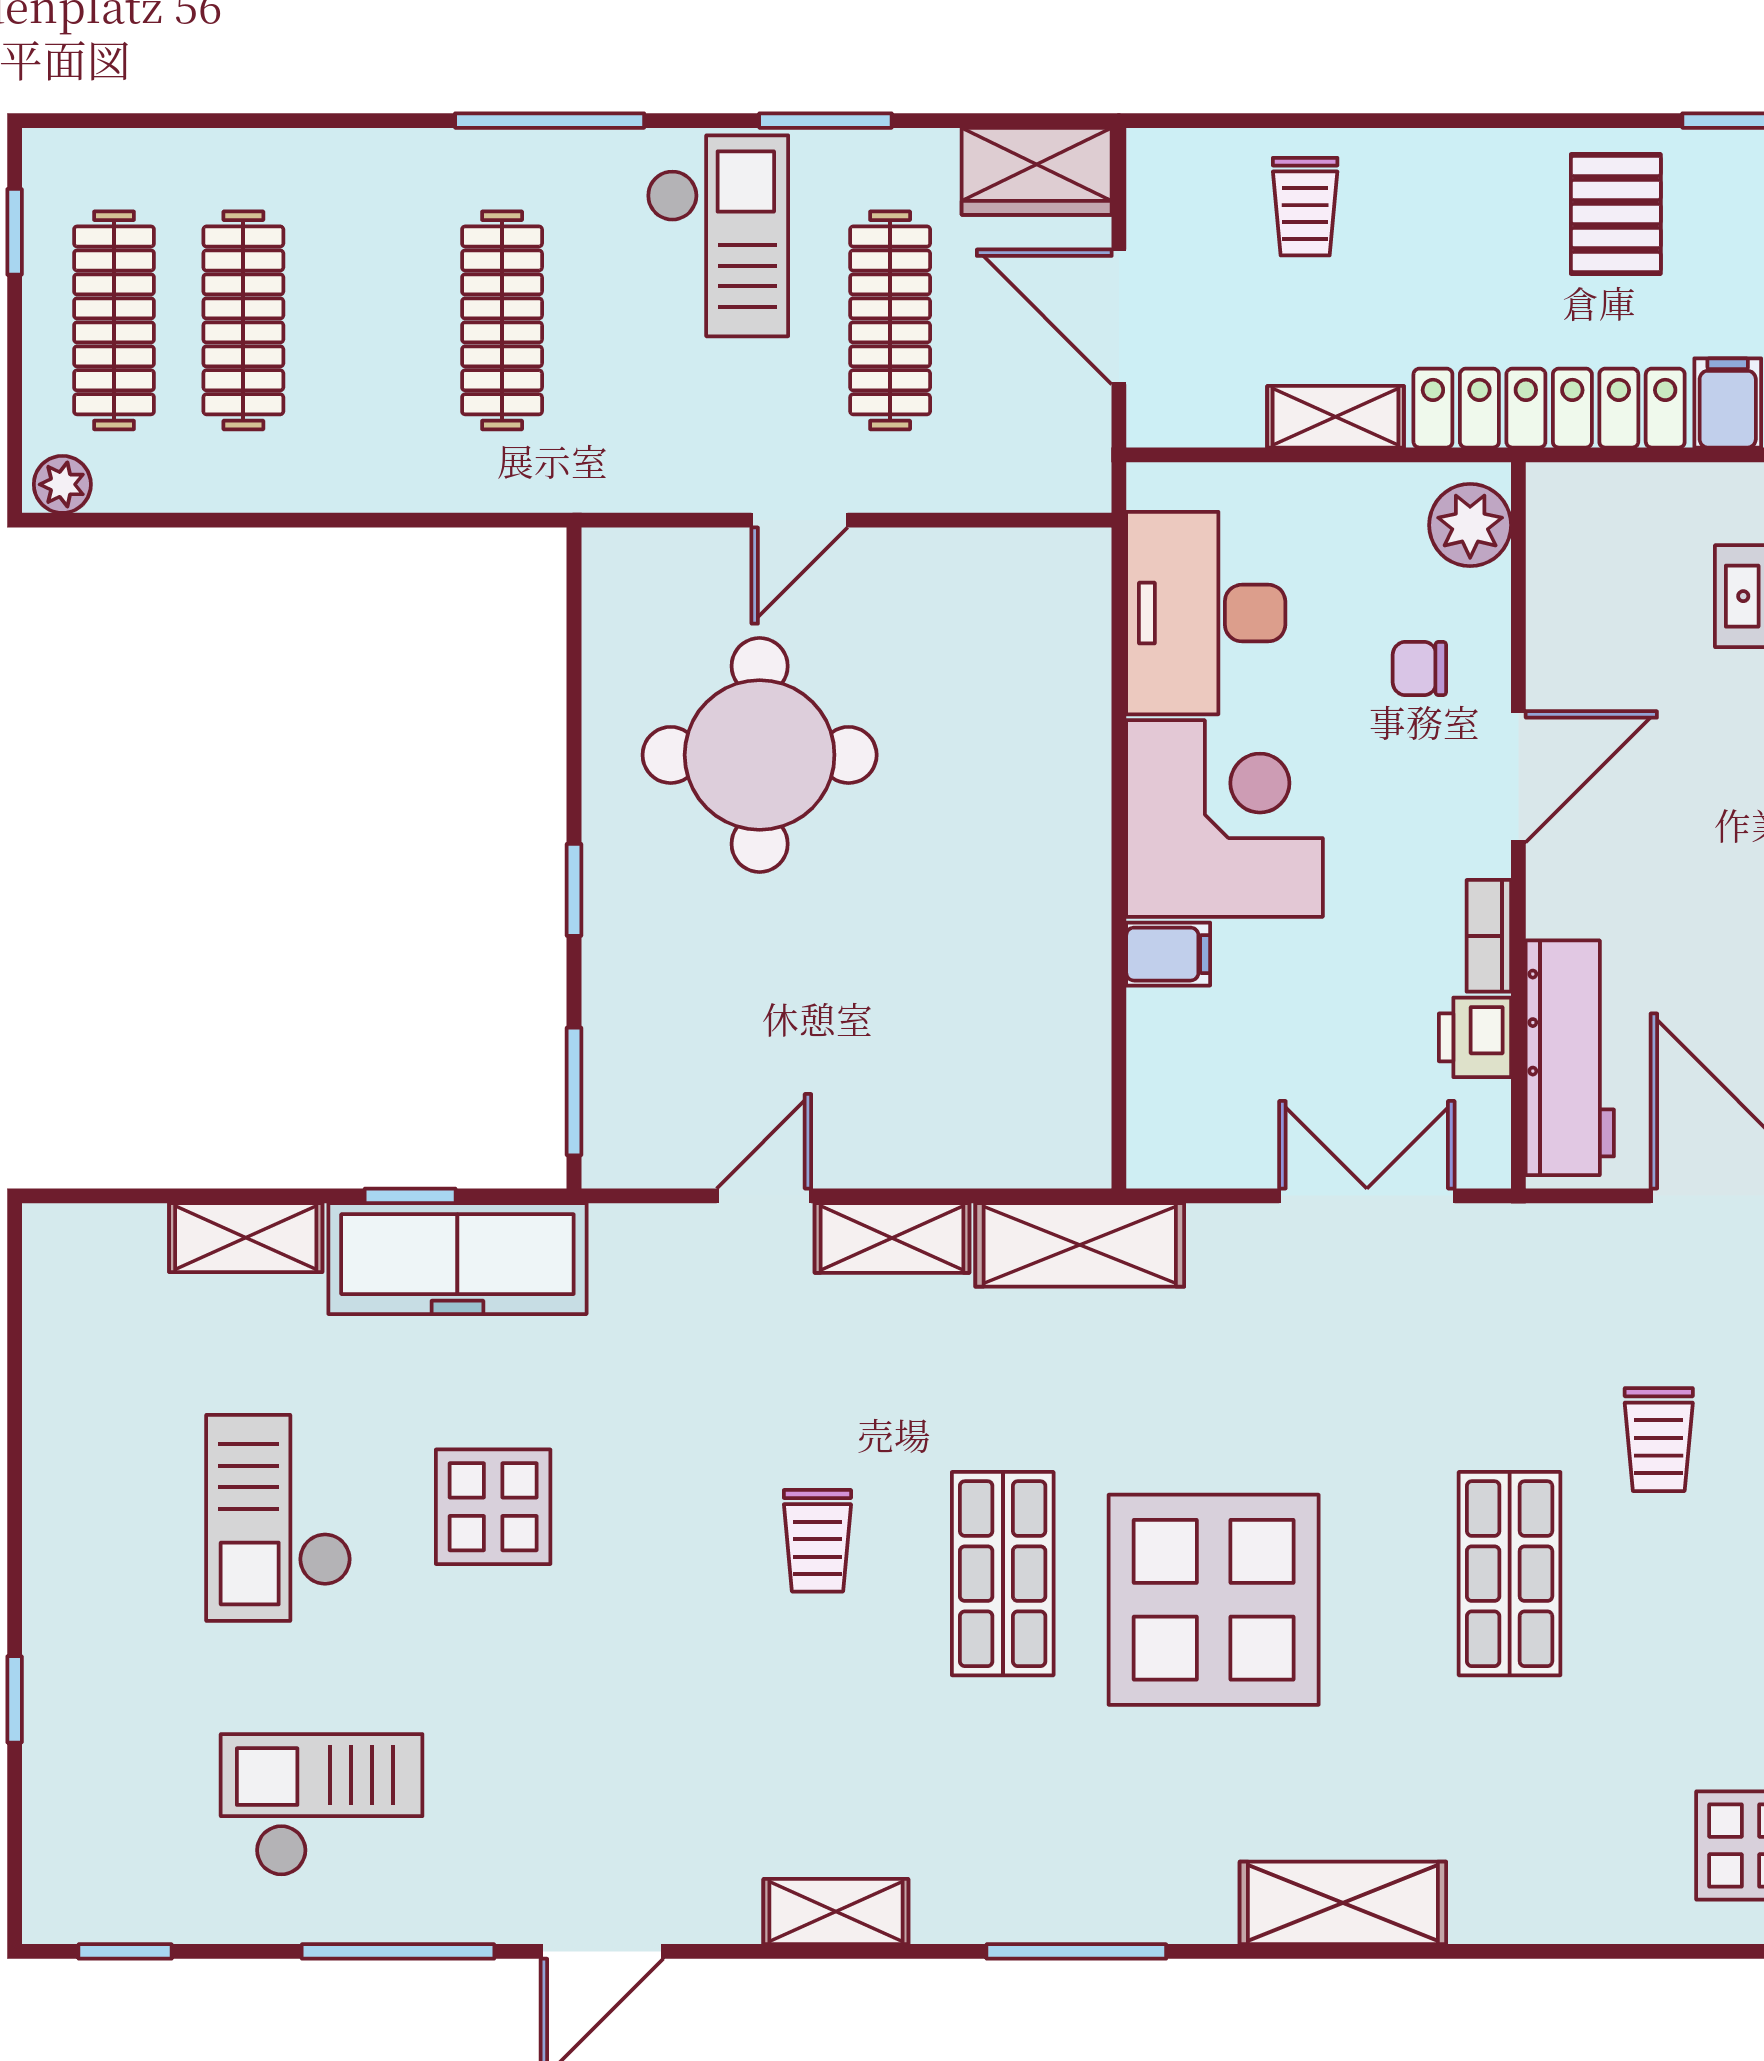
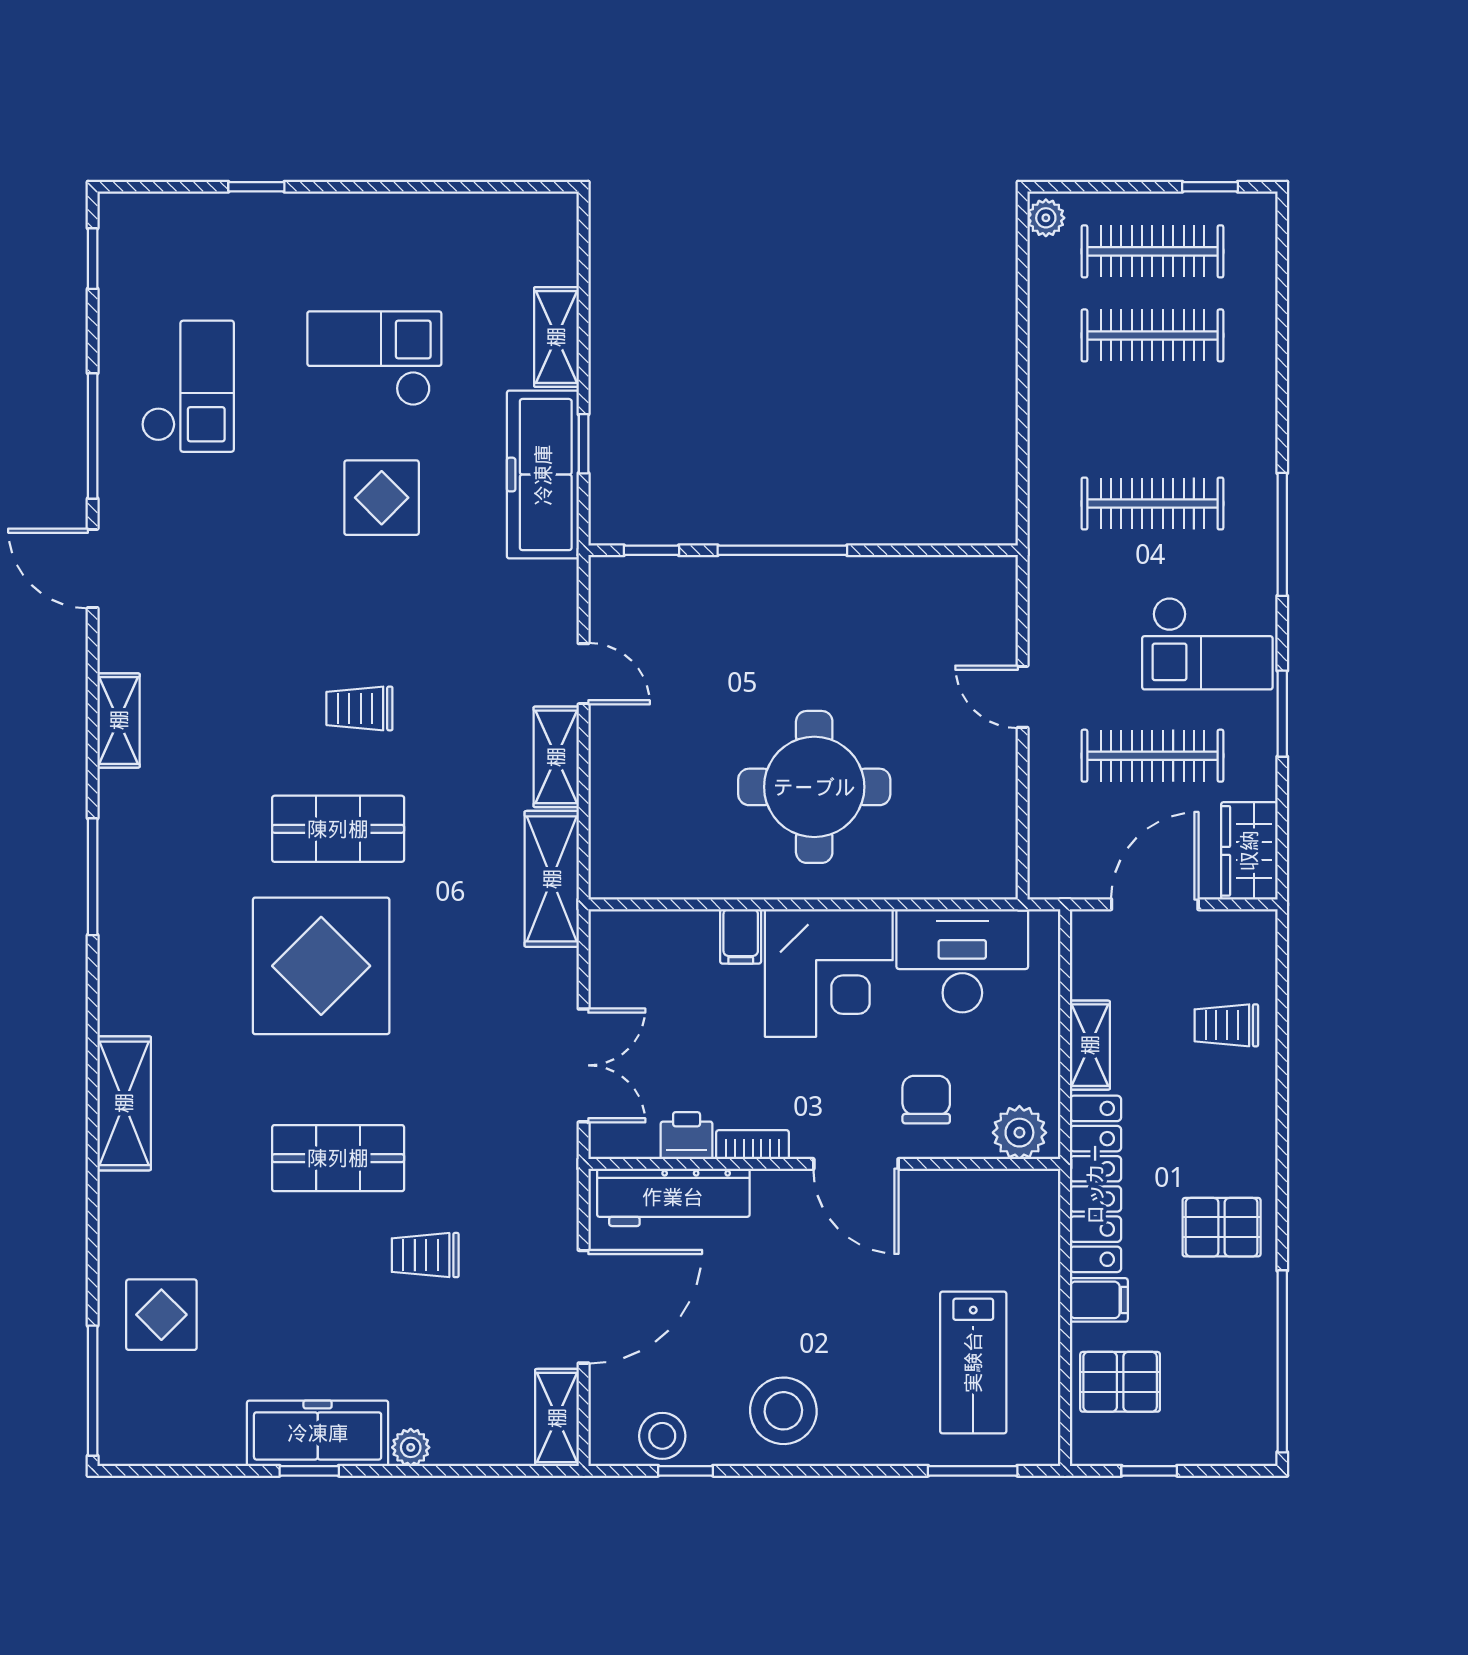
chair: (1419, 669) -> (926, 1100), width x1.37, depth x1.37
round table: (760, 755) -> (814, 787), moved
window: (574, 890) -> (782, 550), width x2.17
window: (574, 1091) -> (651, 550), width x0.67
shelving: (1343, 1903) -> (124, 1103), moved

